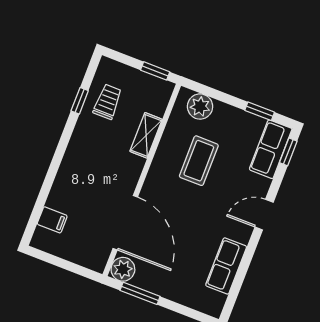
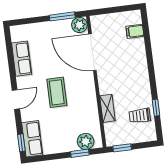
trolley: (108, 102) -> (140, 116), turned 90
window: (260, 111) -> (80, 153), moved
coffee table: (199, 161) -> (57, 92), moved

